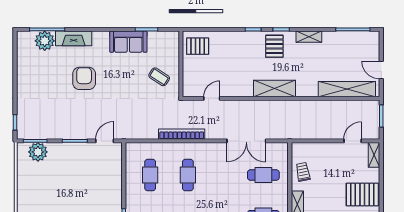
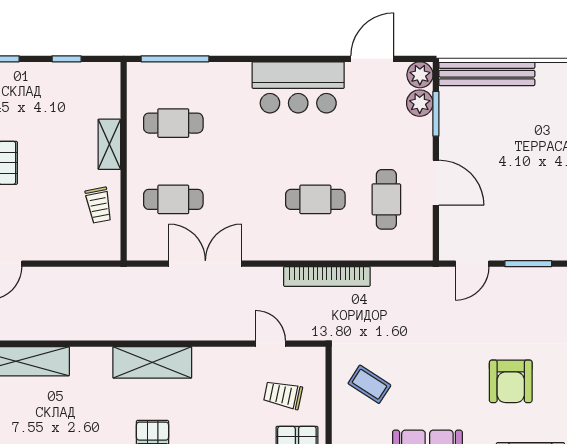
trolley: (205, 71) -> (283, 395), added
door: (212, 98) -> (270, 344), swing flipped
cafe table: (188, 175) -> (315, 199), turned 90
door: (124, 184) -> (436, 183), added

